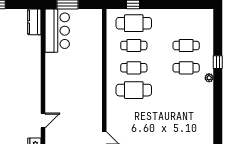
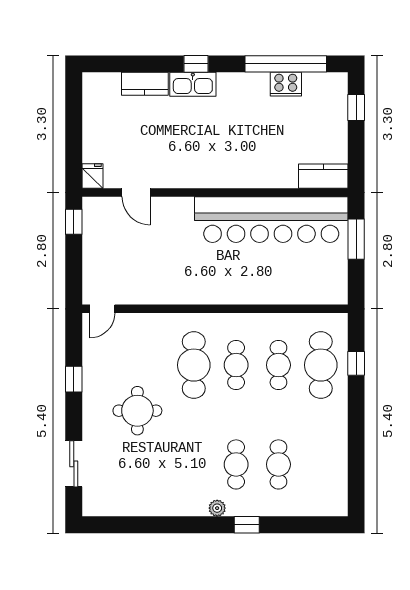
bar counter: (57, 31) -> (271, 220), width x1.86
round table: (158, 120) -> (137, 411), added

